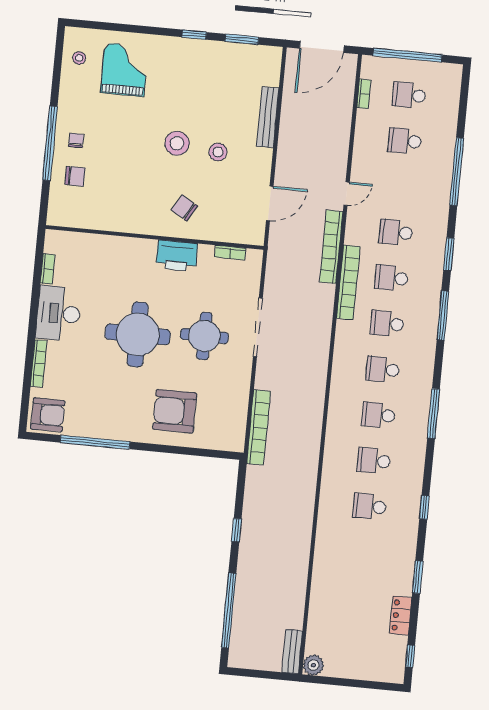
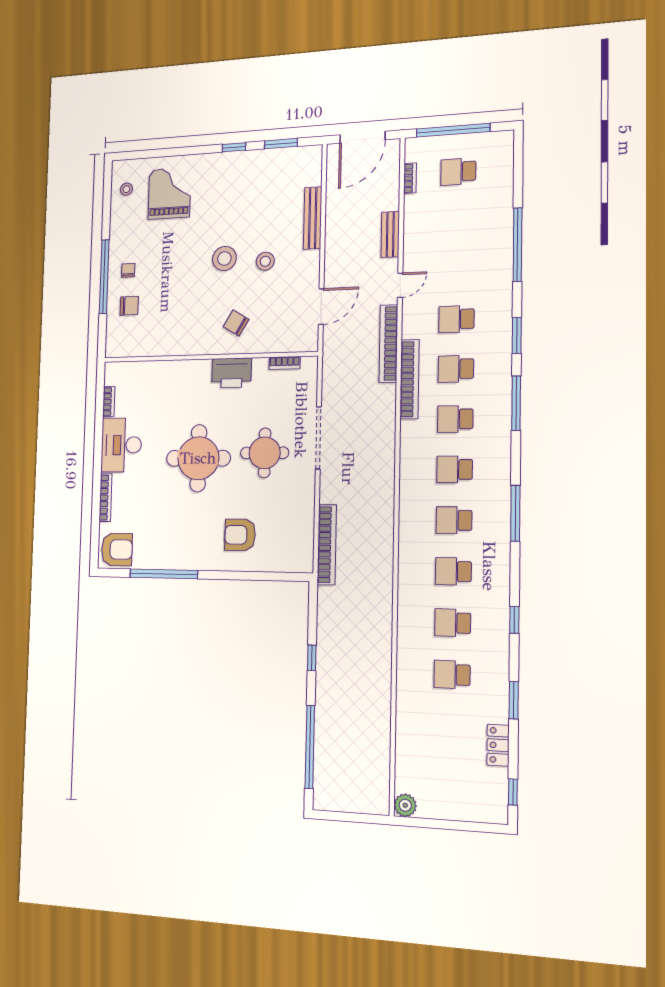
school desk: (405, 141) -> (452, 675), moved
armchair: (175, 411) -> (240, 535), width x0.73, depth x0.73
bench: (292, 652) -> (390, 234), moved

